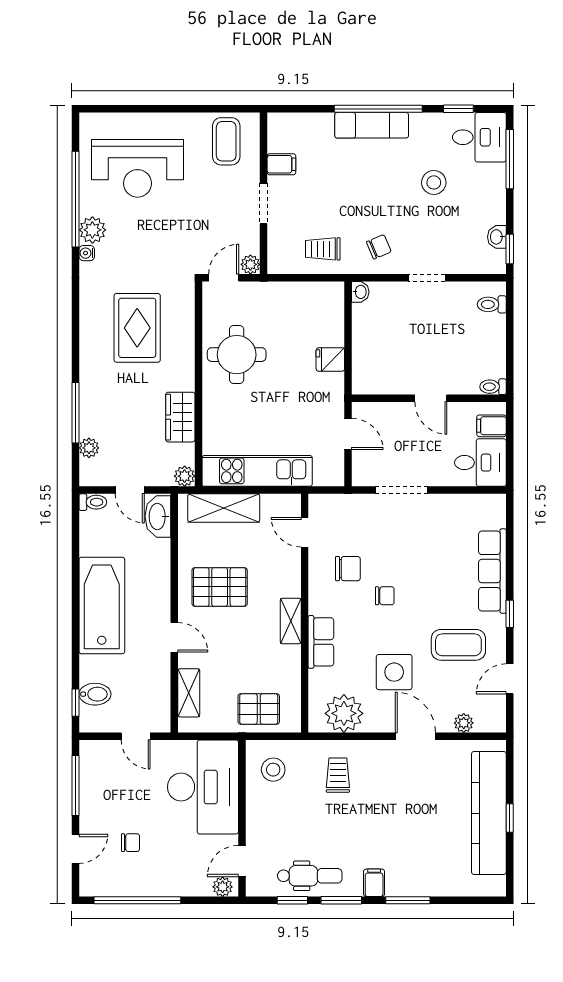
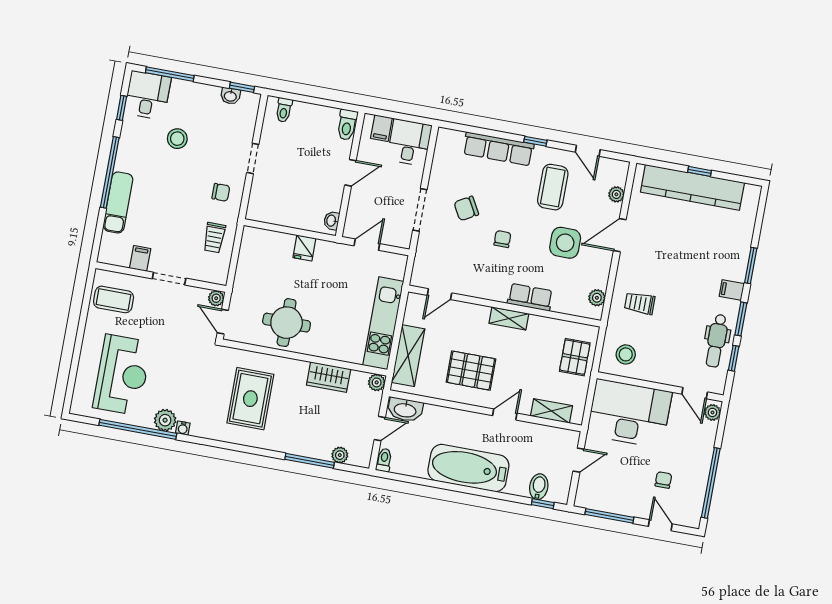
exam couch: (372, 125) -> (118, 202), moved
chair: (379, 247) -> (221, 192), turned 113
washbasin: (360, 292) -> (332, 221), moved, turned -90
rug: (137, 328) -> (250, 399), turned 90
toilet: (493, 387) -> (347, 125), width x1.37, depth x1.39
chair: (348, 569) -> (466, 208), moved, turned -119
pallet: (220, 587) -> (471, 371), turned 90
plant: (344, 713) -> (597, 298), width x0.53, depth x0.53
dental chair: (310, 876) -> (717, 341), turned 180

